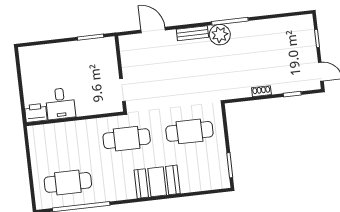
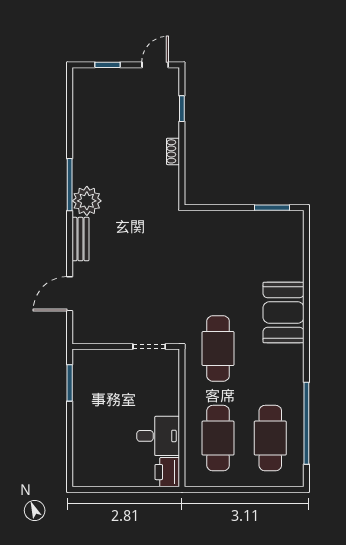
cafe table: (189, 131) -> (218, 438), moved

